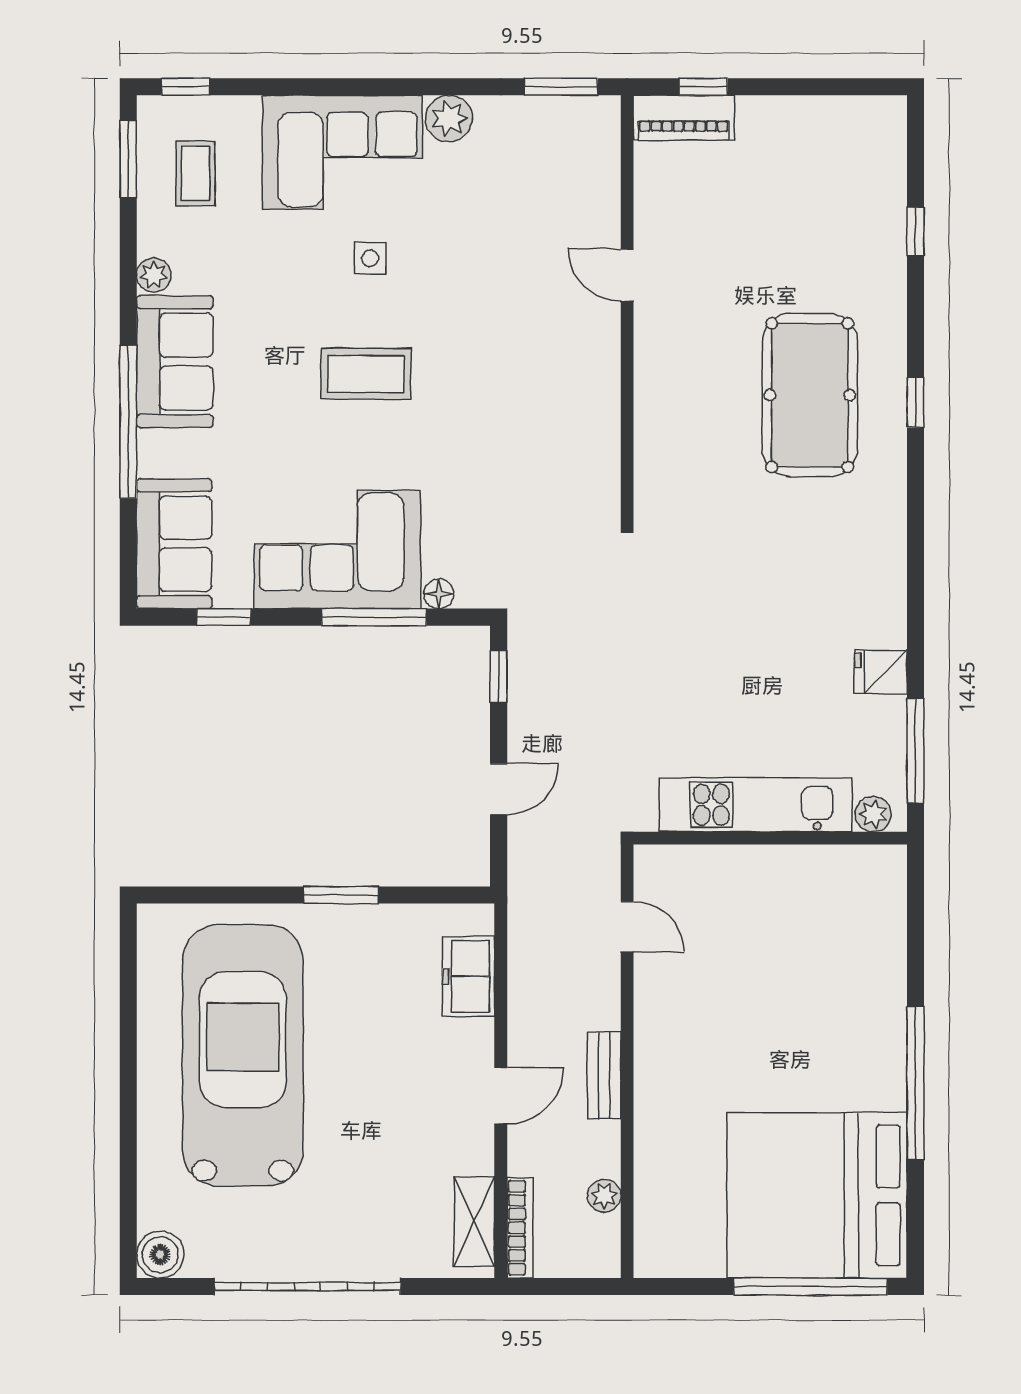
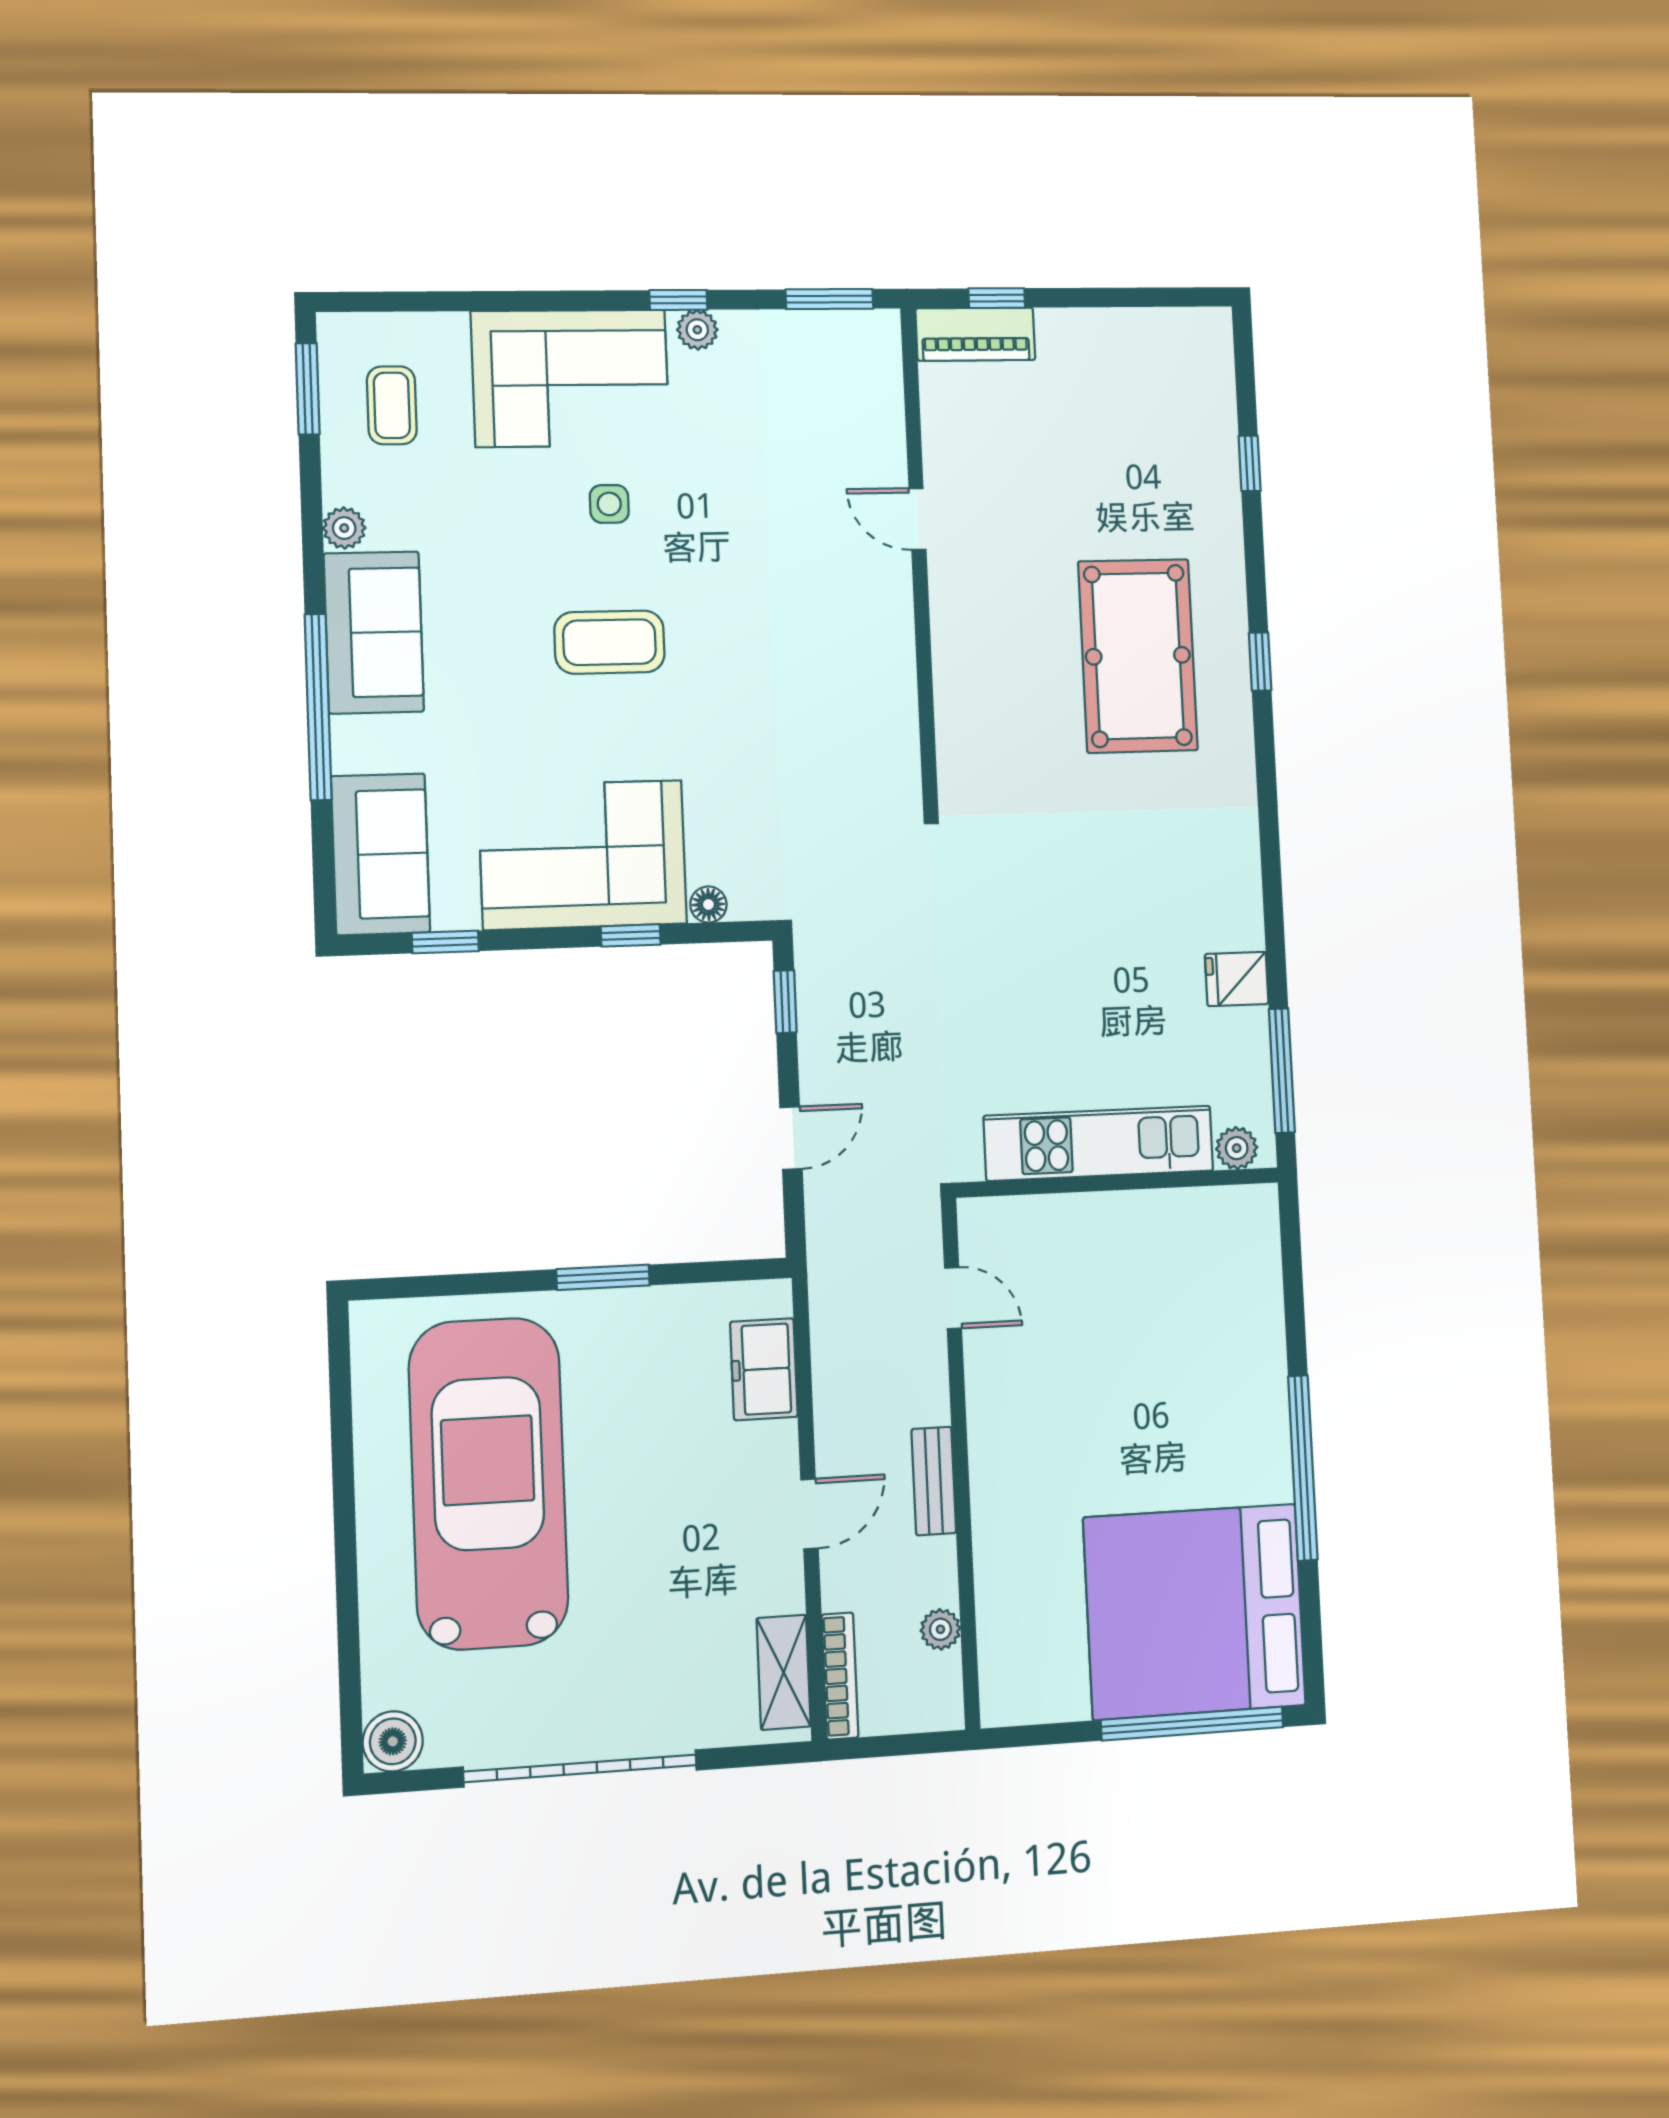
window: (186, 87) -> (678, 300), moved
plant: (449, 119) -> (697, 330), width x0.73, depth x0.73
window: (374, 617) -> (631, 935), width x0.46

